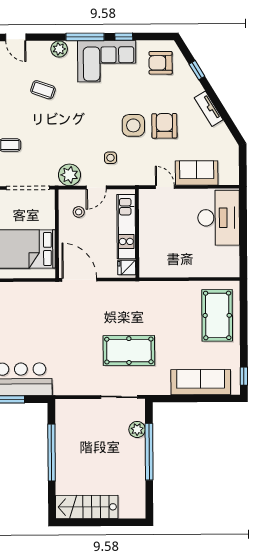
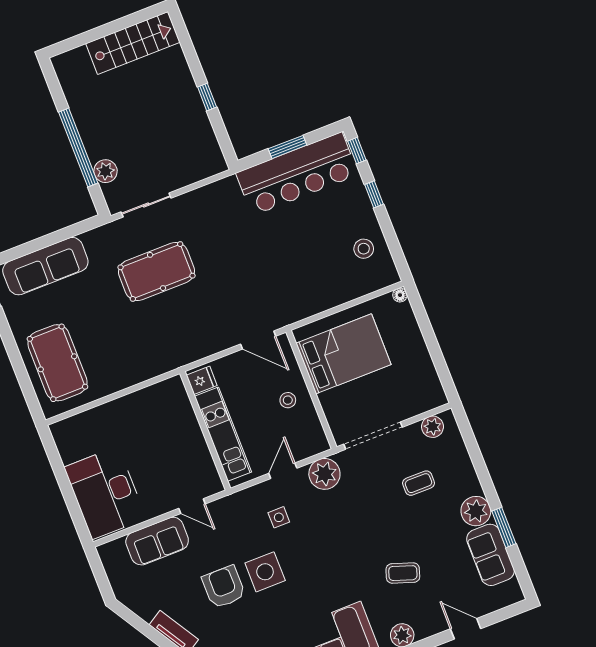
armchair: (164, 126) -> (224, 587), turned 180
stool: (79, 212) -> (288, 400), moved
door: (79, 280) -> (258, 340), width x0.73
window: (52, 453) -> (207, 97), width x0.32

